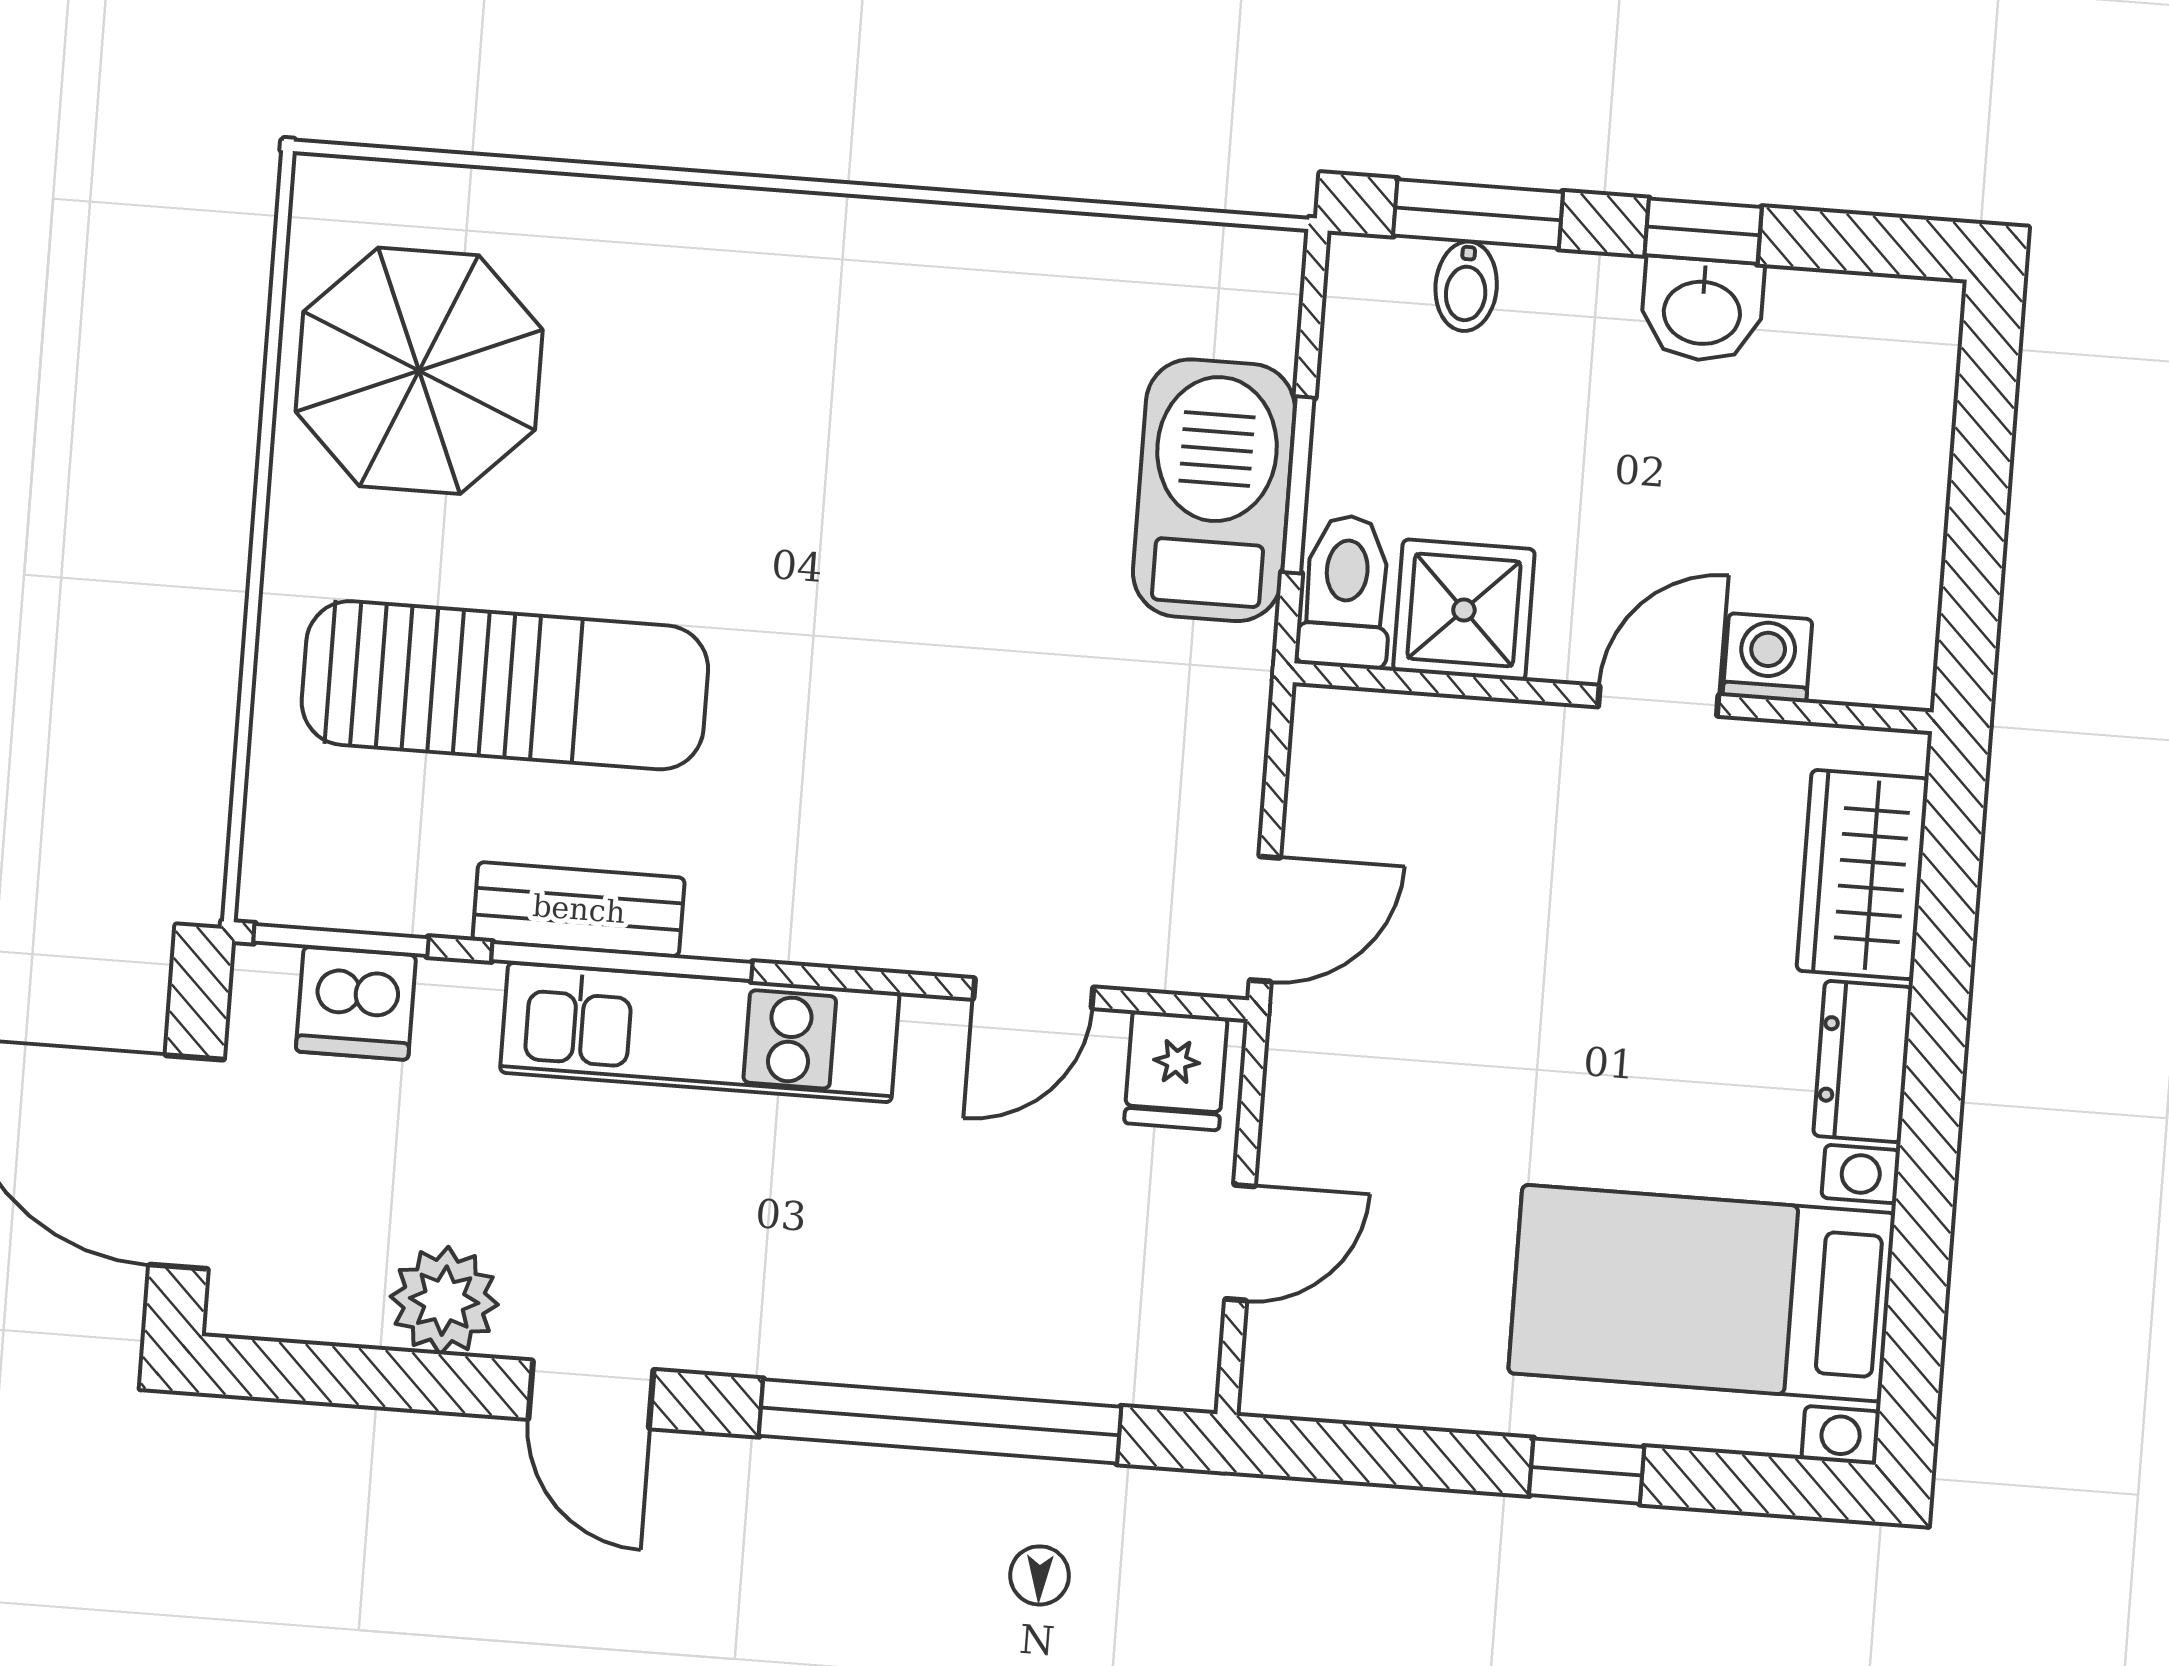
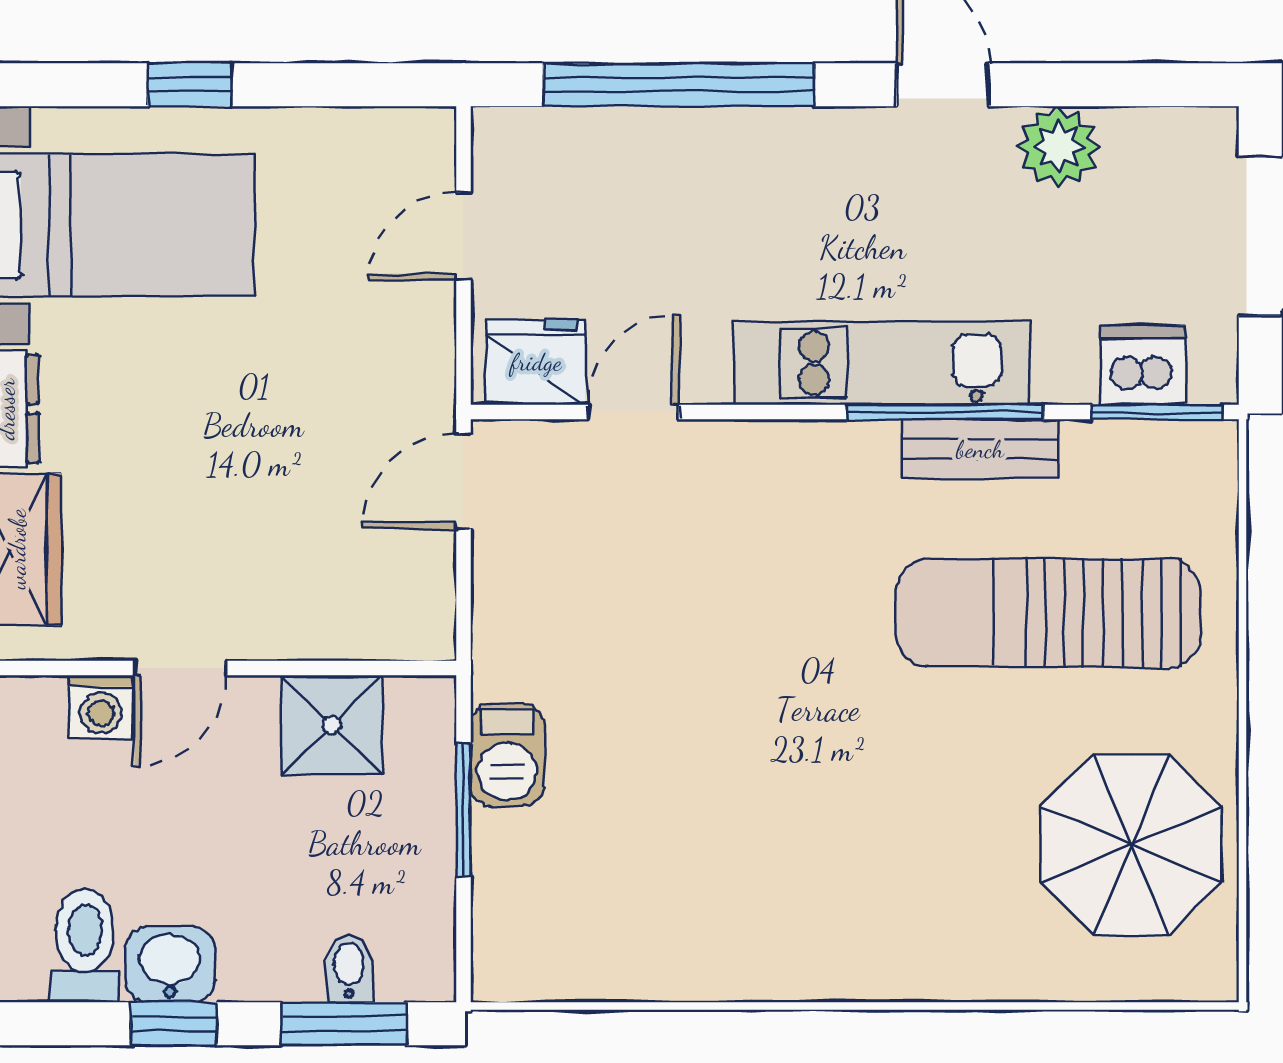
barbecue: (1214, 490) -> (507, 755), width x0.53, depth x0.65
toilet: (1346, 592) -> (85, 946), moved, turned 180
fridge: (1176, 1070) -> (536, 362), width x1.38

